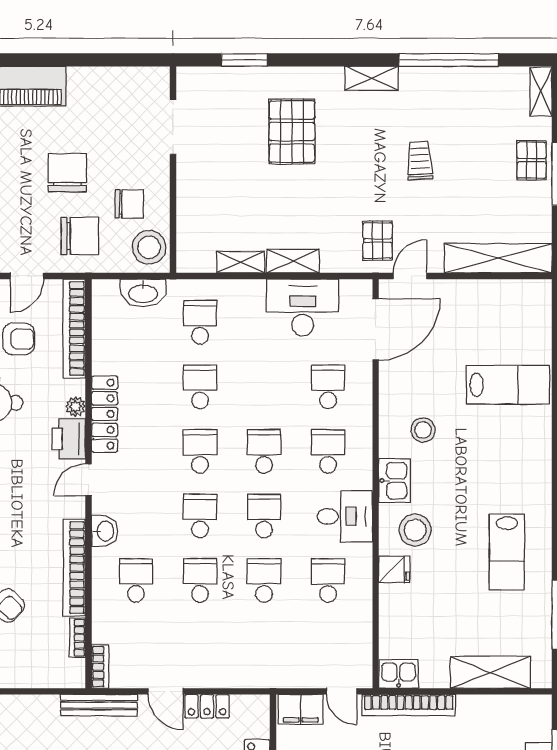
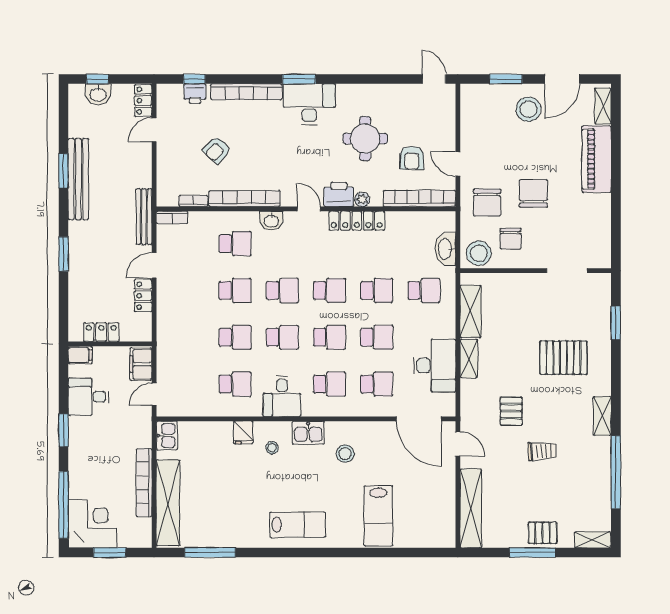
chair: (67, 173) -> (533, 193), turned -90
pallet: (378, 241) -> (511, 411), moved, turned 90
shelving: (241, 262) -> (471, 311), width x1.50, depth x1.33
school desk: (264, 387) -> (377, 337), added
stool: (415, 530) -> (272, 448), width x0.53, depth x0.53
lab bench: (507, 552) -> (298, 525), moved, turned 180
shelving: (490, 672) -> (168, 503), width x1.47
bookcase: (409, 705) -> (144, 483), moved

